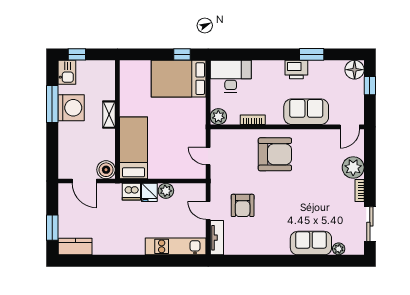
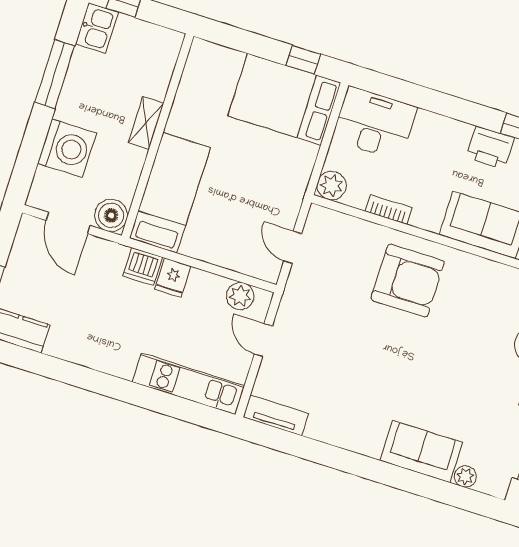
washing machine: (71, 108) -> (67, 148), moved
plant: (166, 191) -> (240, 296), moved
armchair: (243, 205) -> (325, 350), removed
tv unit: (217, 238) -> (276, 415), moved, turned -90

